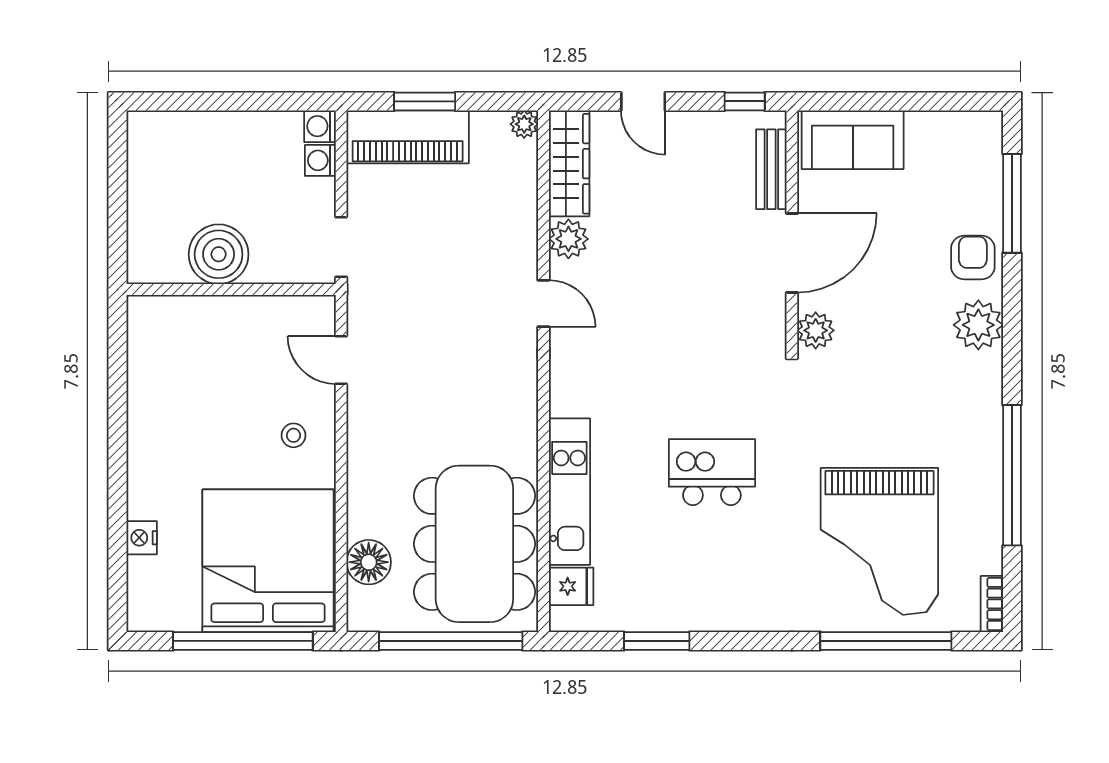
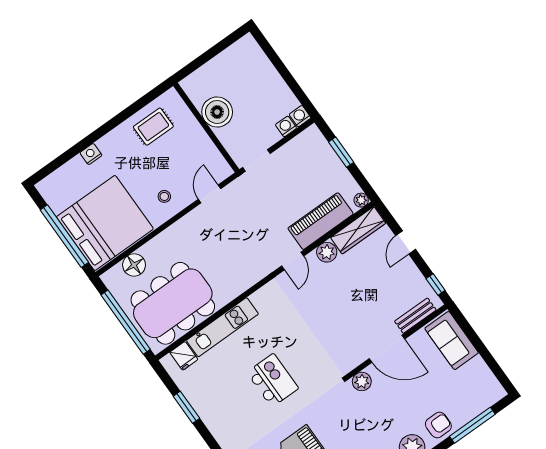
piano: (408, 137) -> (321, 221), moved, turned 90
rug: (169, 373) -> (153, 127), added
nightstand: (142, 538) -> (91, 154), moved

